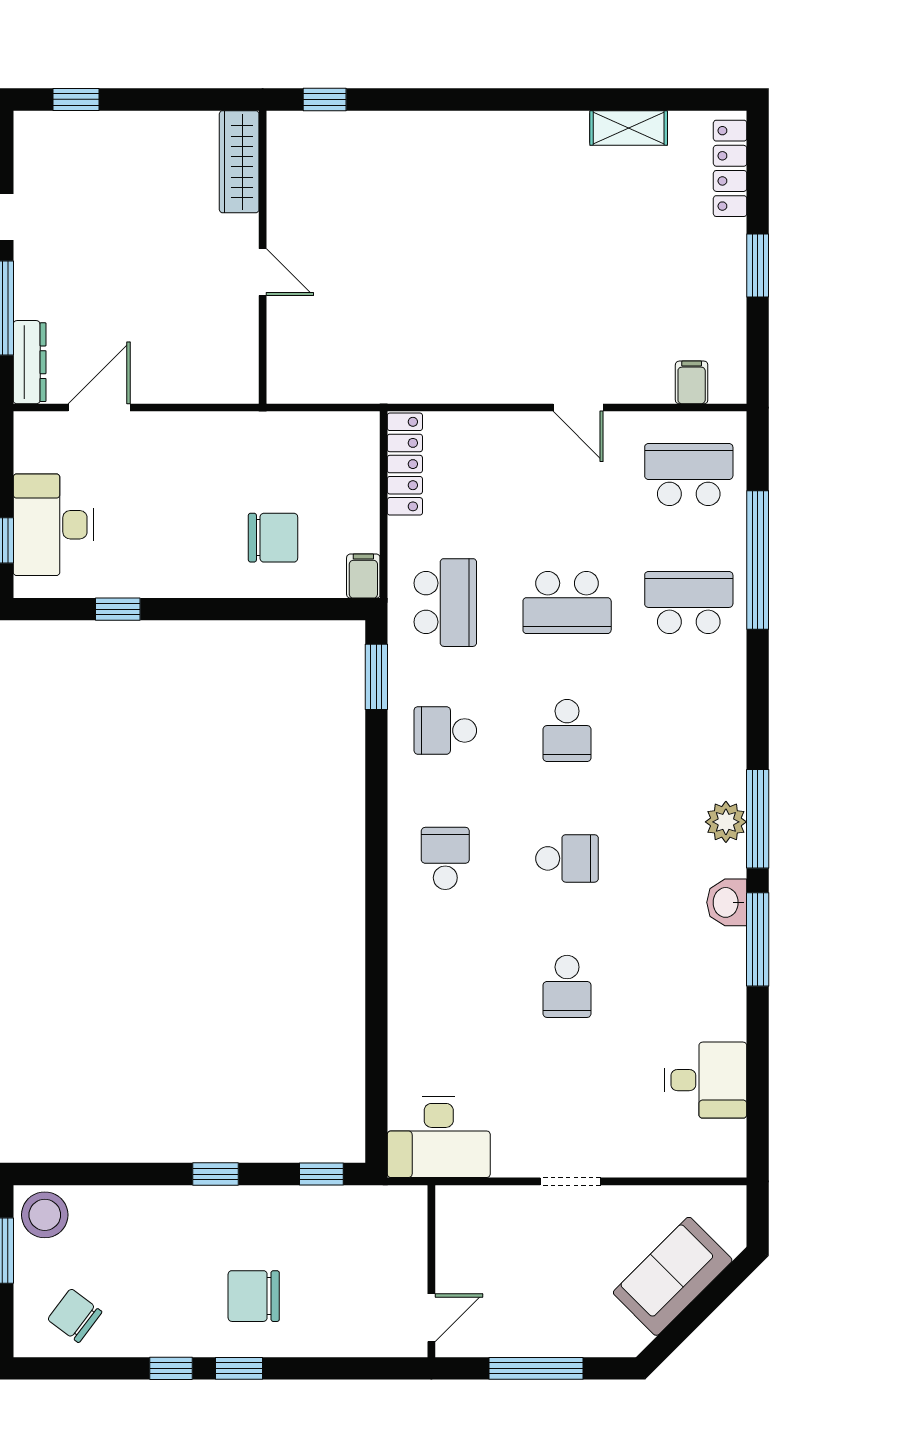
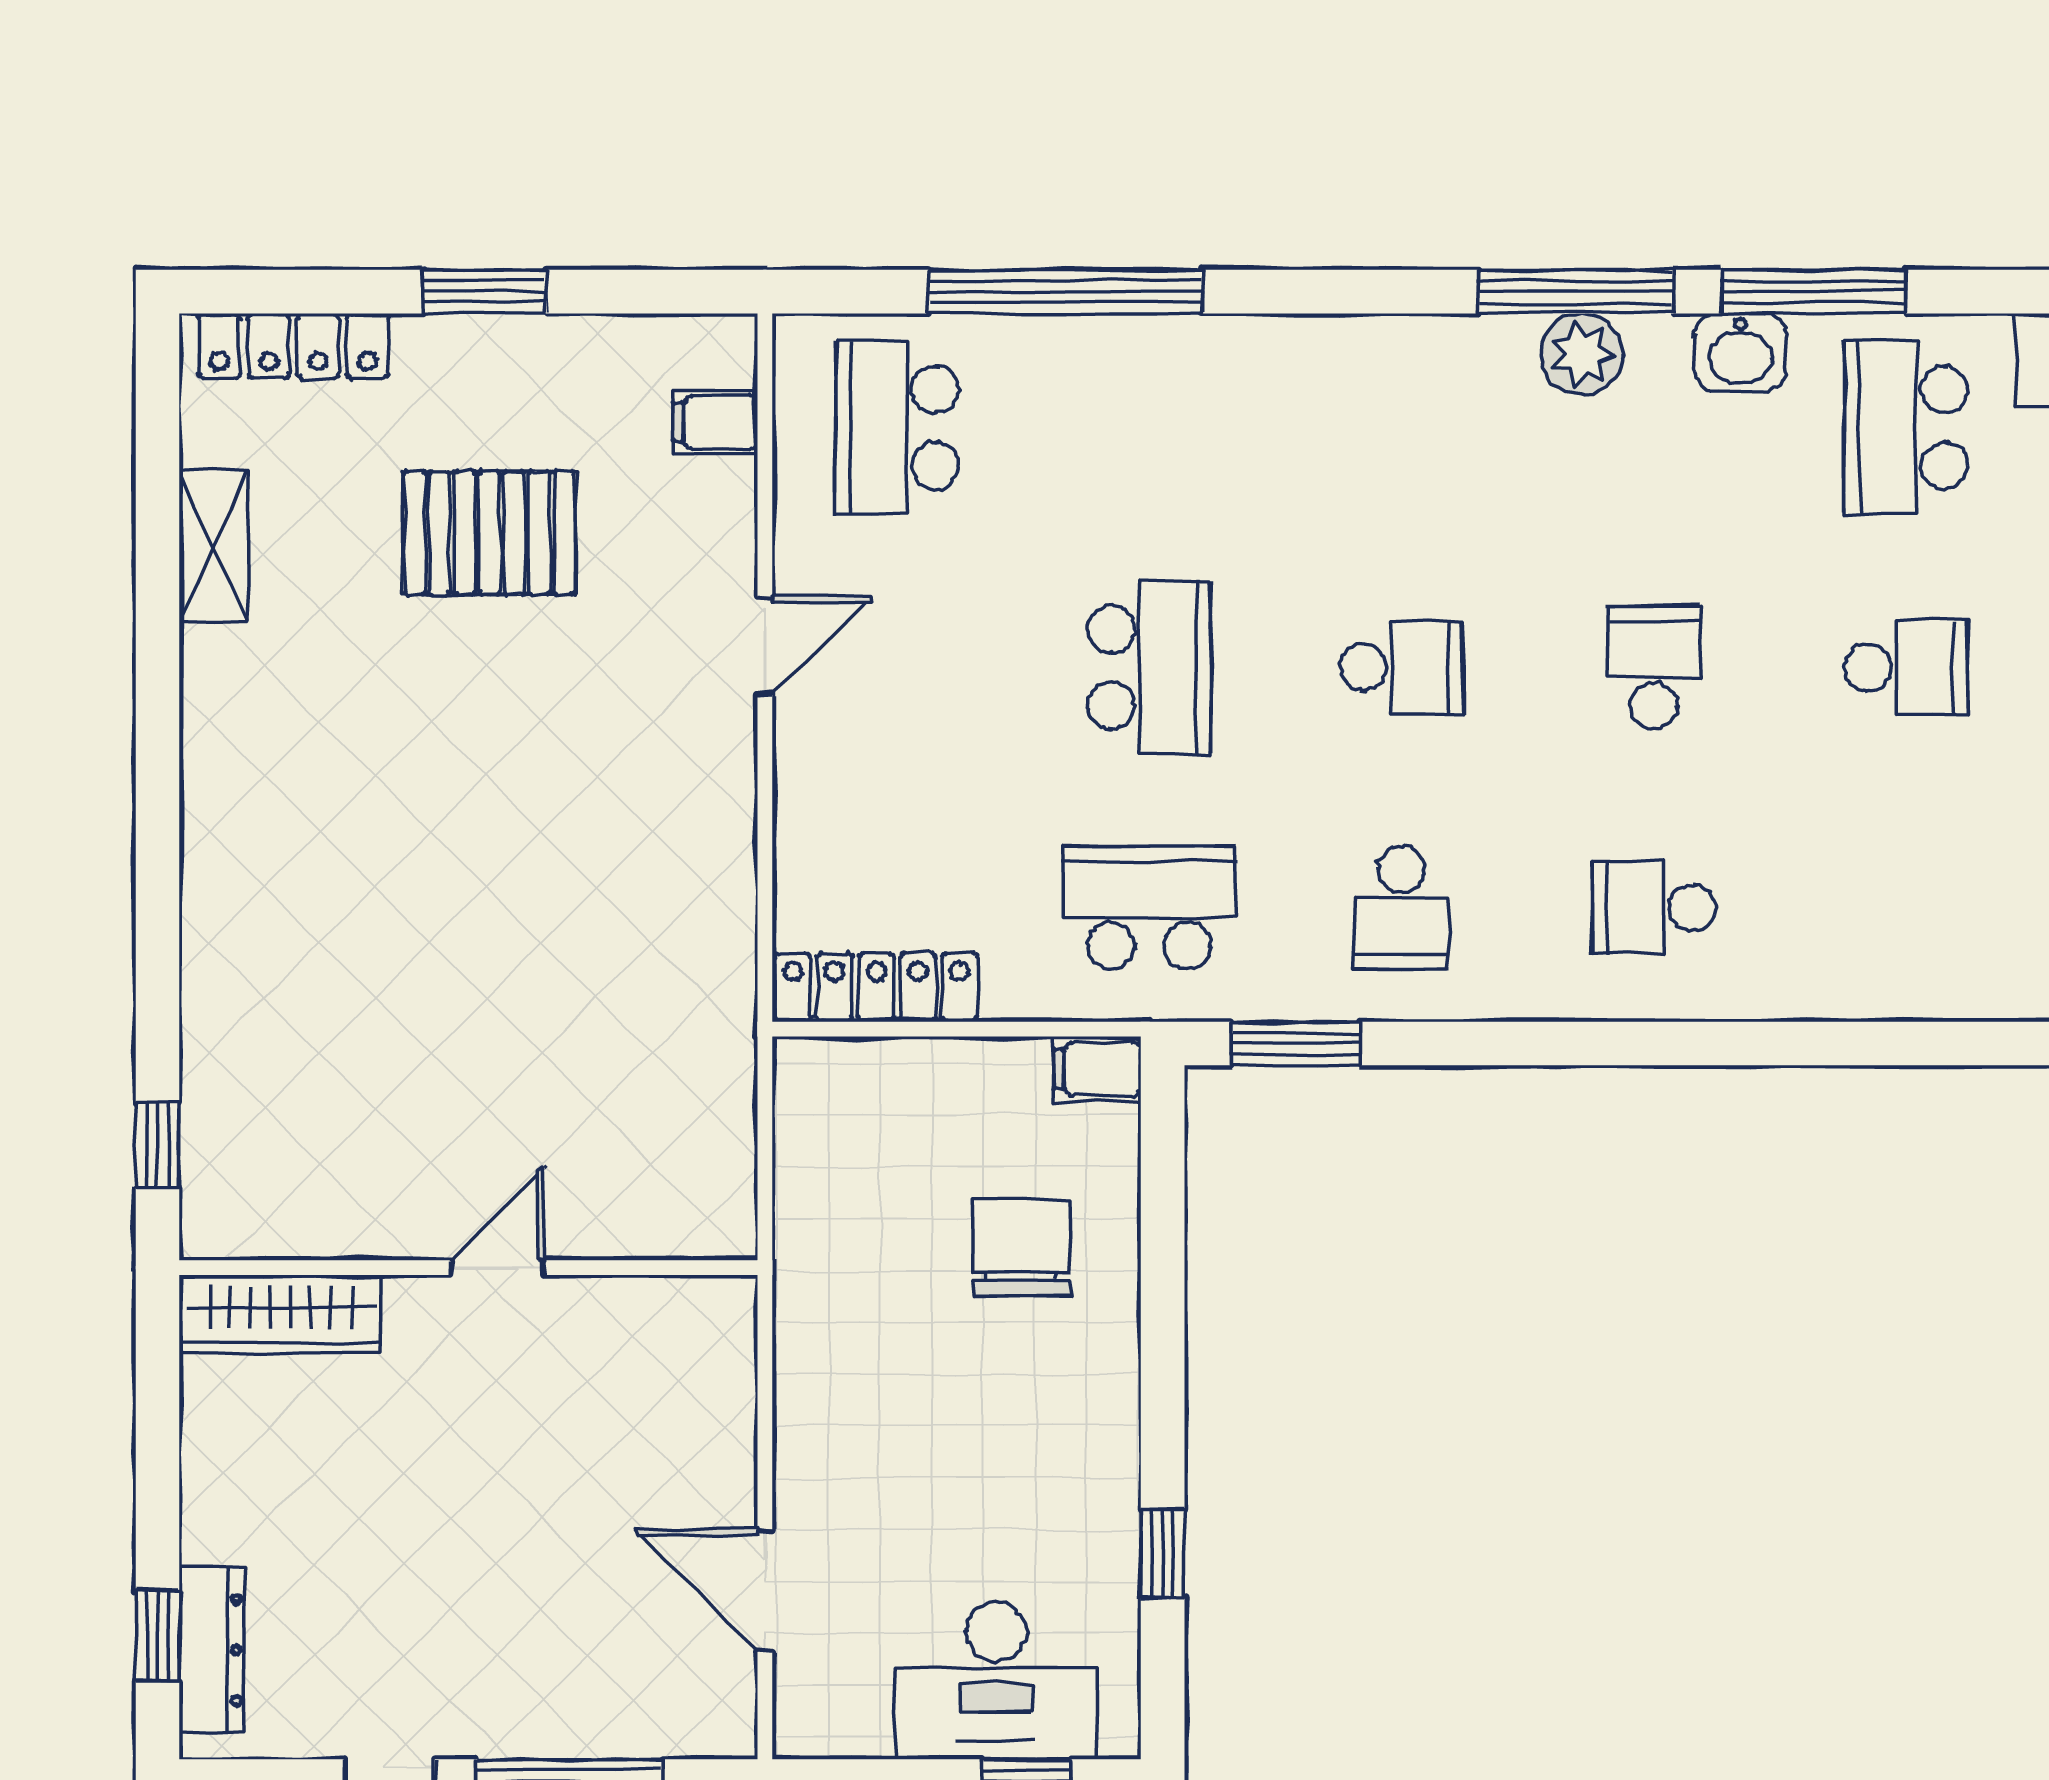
pallet: (635, 268) -> (489, 533), added
dresser: (30, 362) -> (211, 1650), moved, turned 90
school desk: (689, 603) -> (1906, 428), moved

